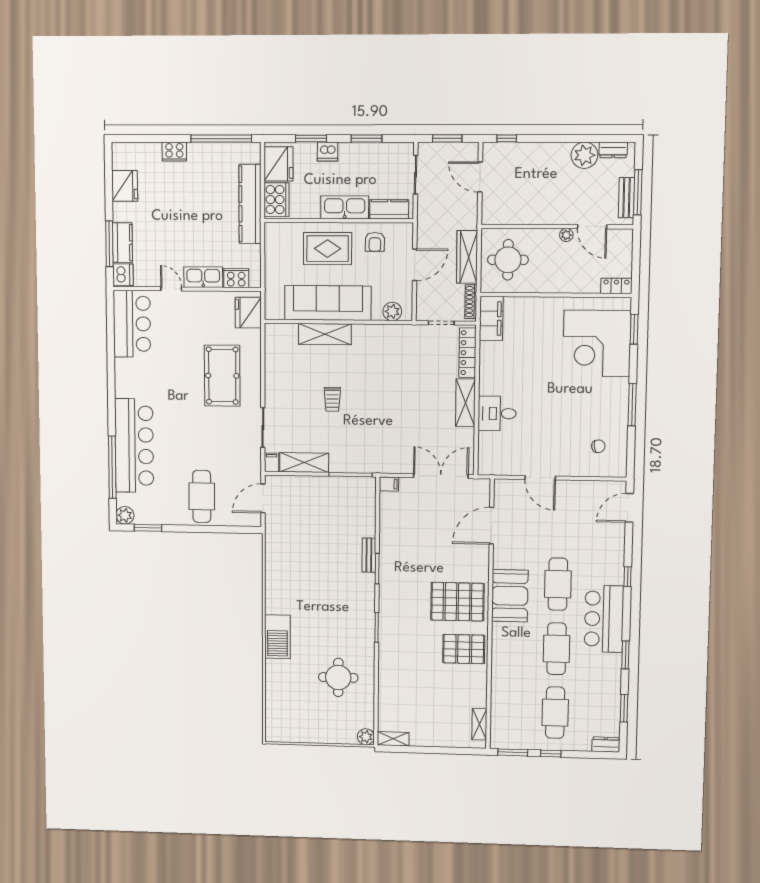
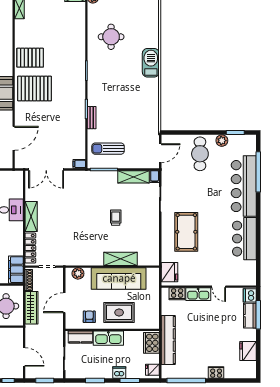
fridge: (278, 164) -> (152, 370), width x0.53, depth x0.75
bar counter: (132, 324) -> (244, 239), moved
sun lounger: (344, 507) -> (108, 149), added
plant: (125, 515) -> (222, 141), moved

